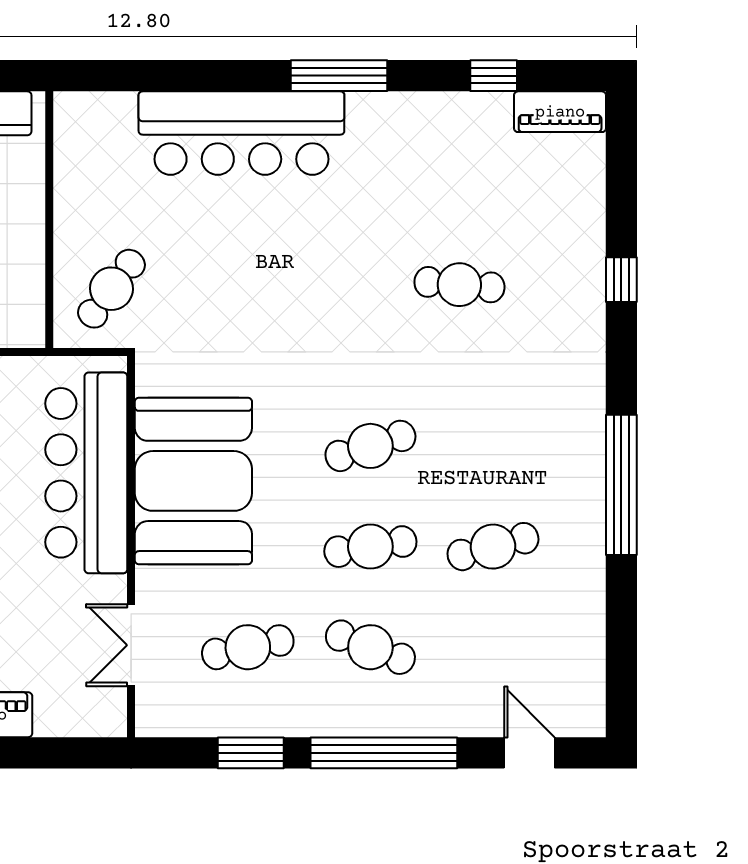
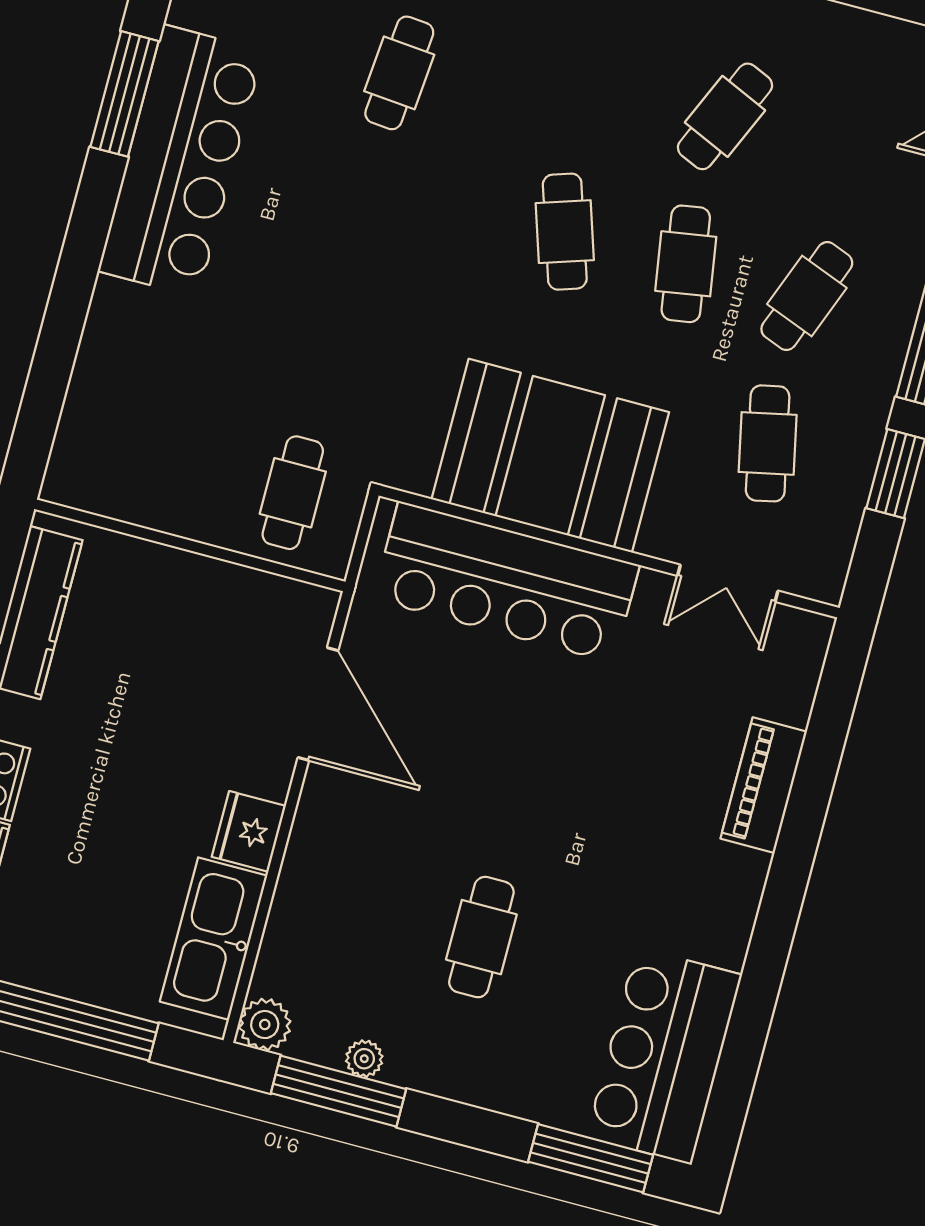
window: (339, 76) -> (125, 94), moved
bar counter: (241, 133) -> (181, 161), moved
cafe table: (111, 289) -> (293, 493), turned 53
cafe table: (493, 547) -> (725, 116), turned 39

